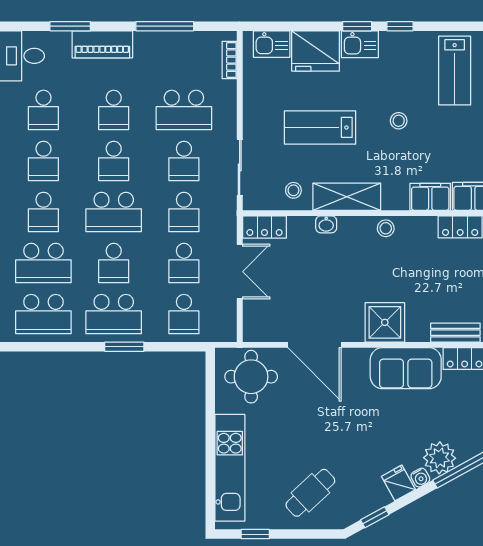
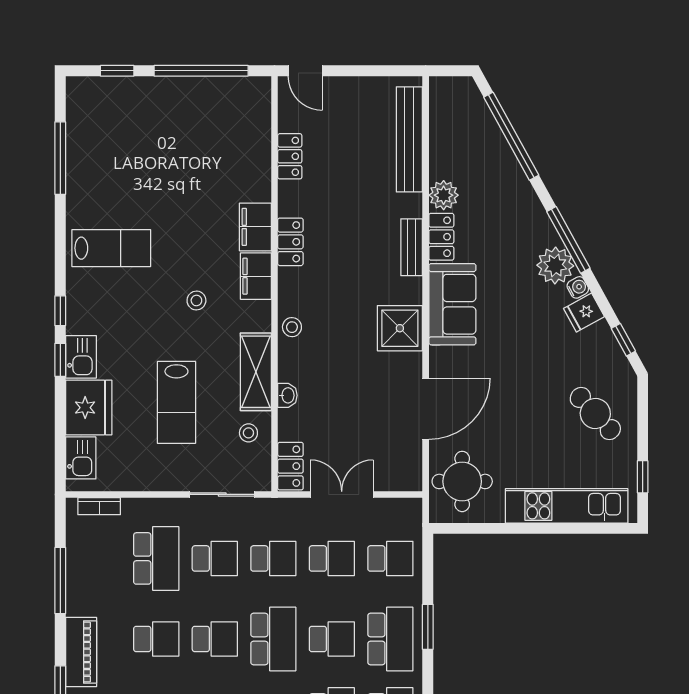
stool: (399, 121) -> (196, 300), moved

